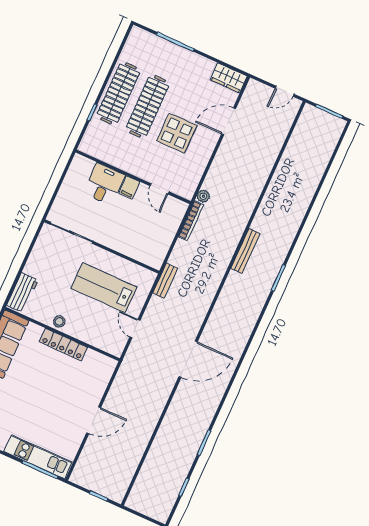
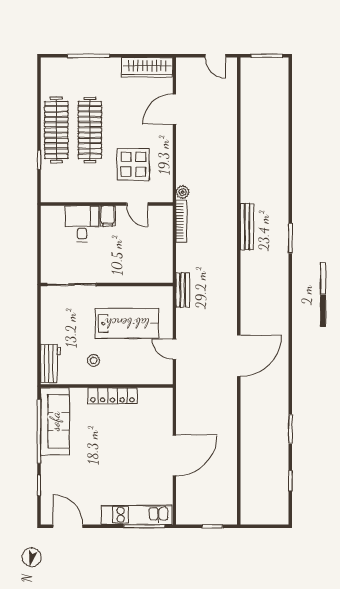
wardrobe: (229, 78) -> (147, 67), width x1.50
door: (285, 91) -> (215, 56), hinge flipped
display table: (177, 133) -> (133, 164), moved
lab bench: (104, 288) -> (127, 323), turned 180
stool: (59, 321) -> (94, 360), moved
door: (94, 420) -> (174, 455), width x1.36

